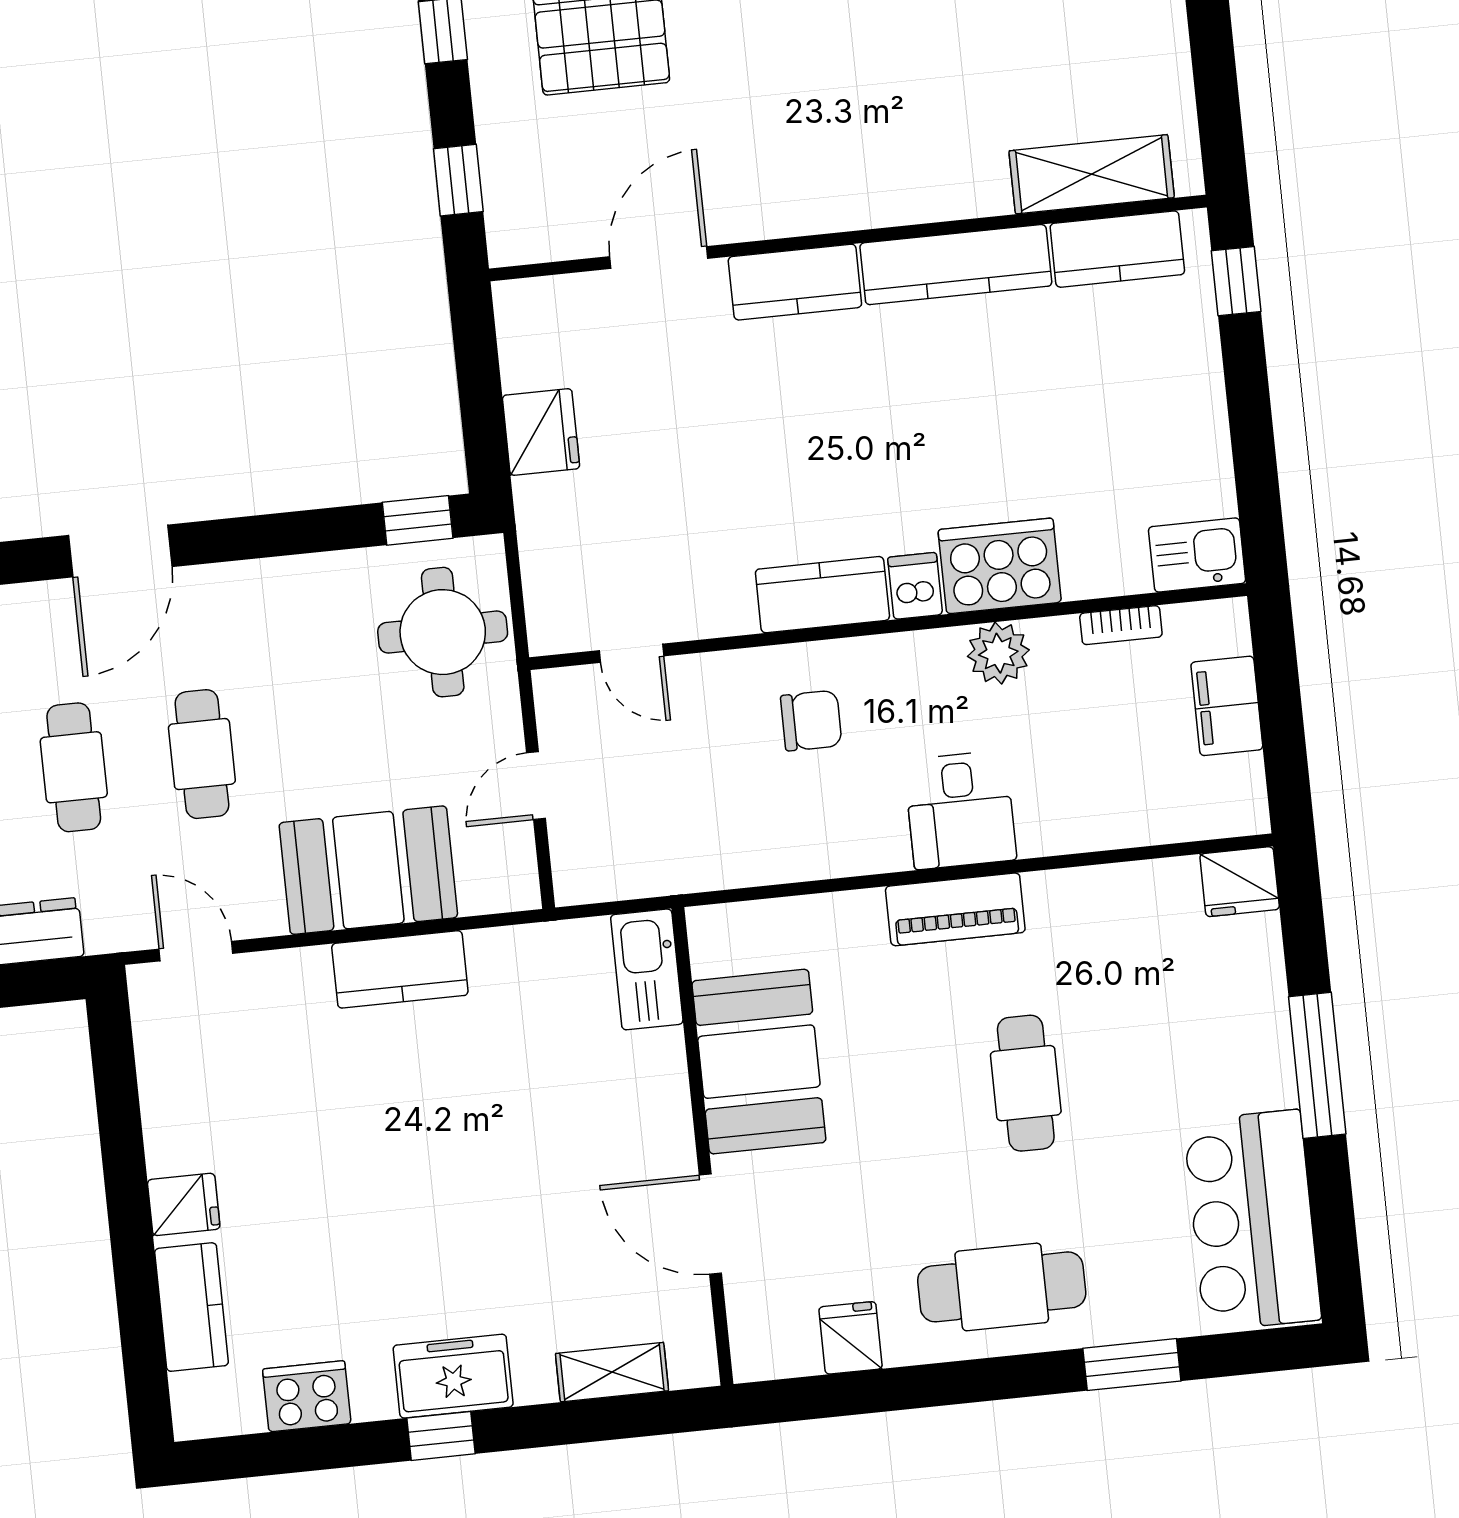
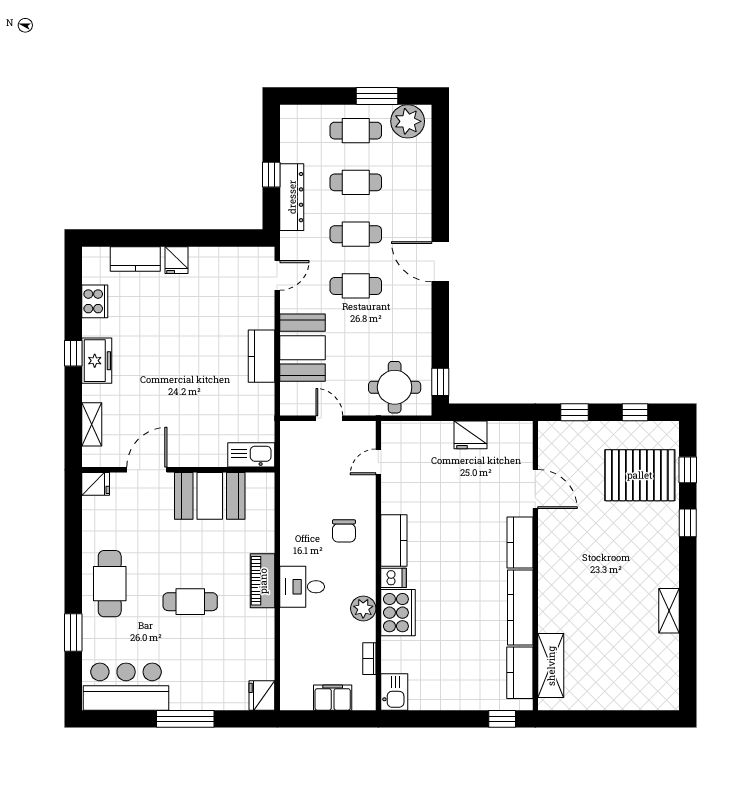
fridge: (851, 1338) -> (96, 484), moved

